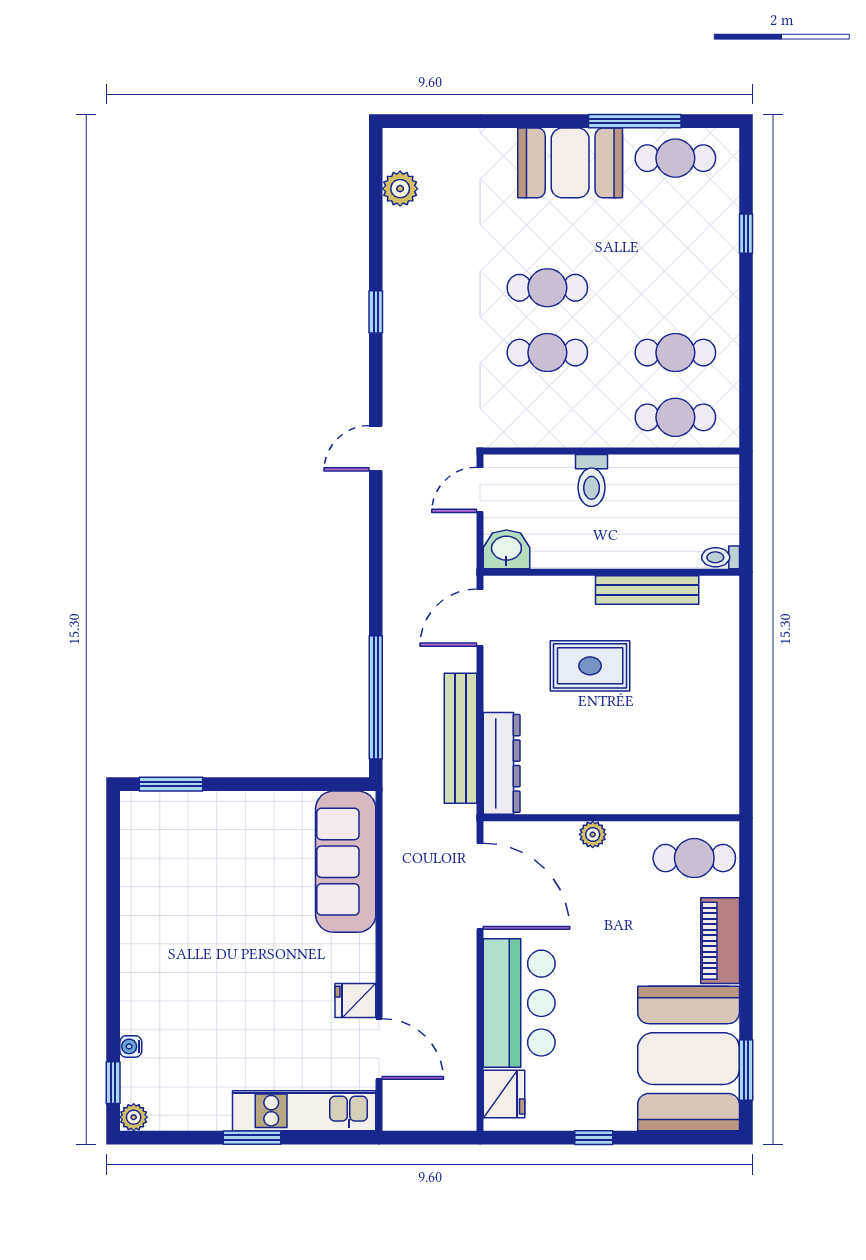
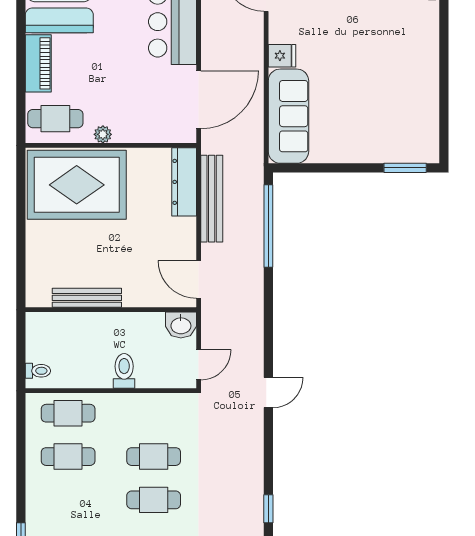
window: (376, 312) -> (268, 509), moved
toilet: (721, 557) -> (38, 371), moved
door: (480, 618) -> (199, 279), swing flipped
rug: (590, 666) -> (77, 185), moved, width x1.86, depth x2.06
plant: (593, 834) -> (103, 134), moved
door: (480, 886) -> (199, 100), swing flipped
fridge: (355, 1000) -> (282, 56), moved

